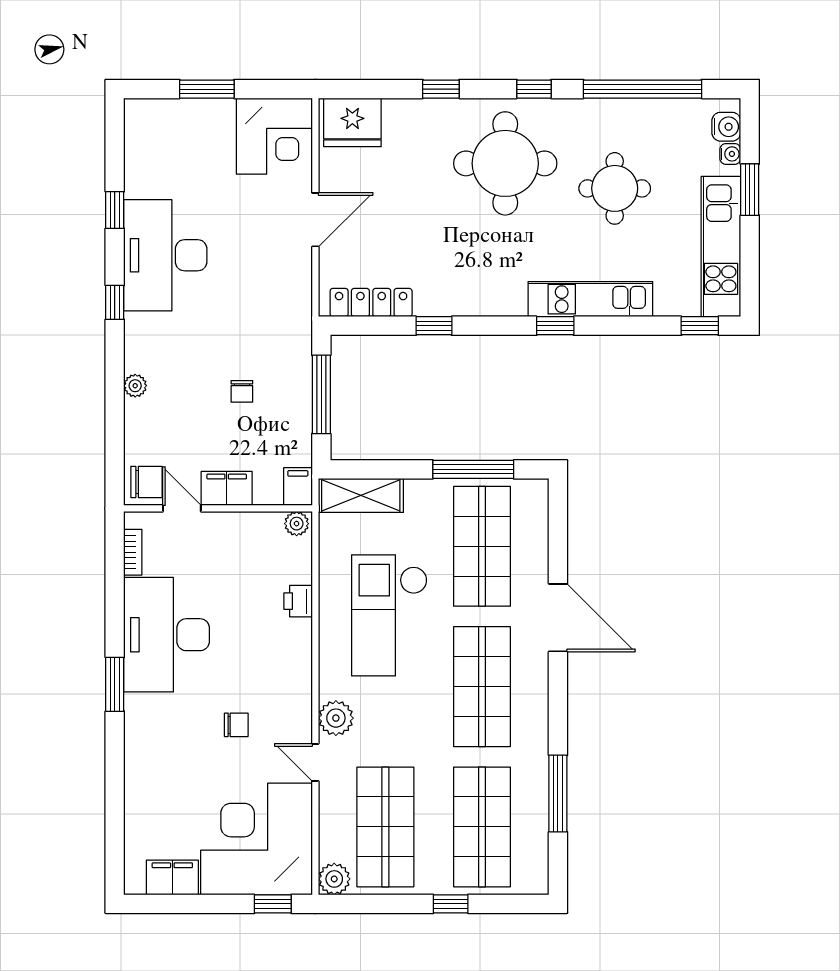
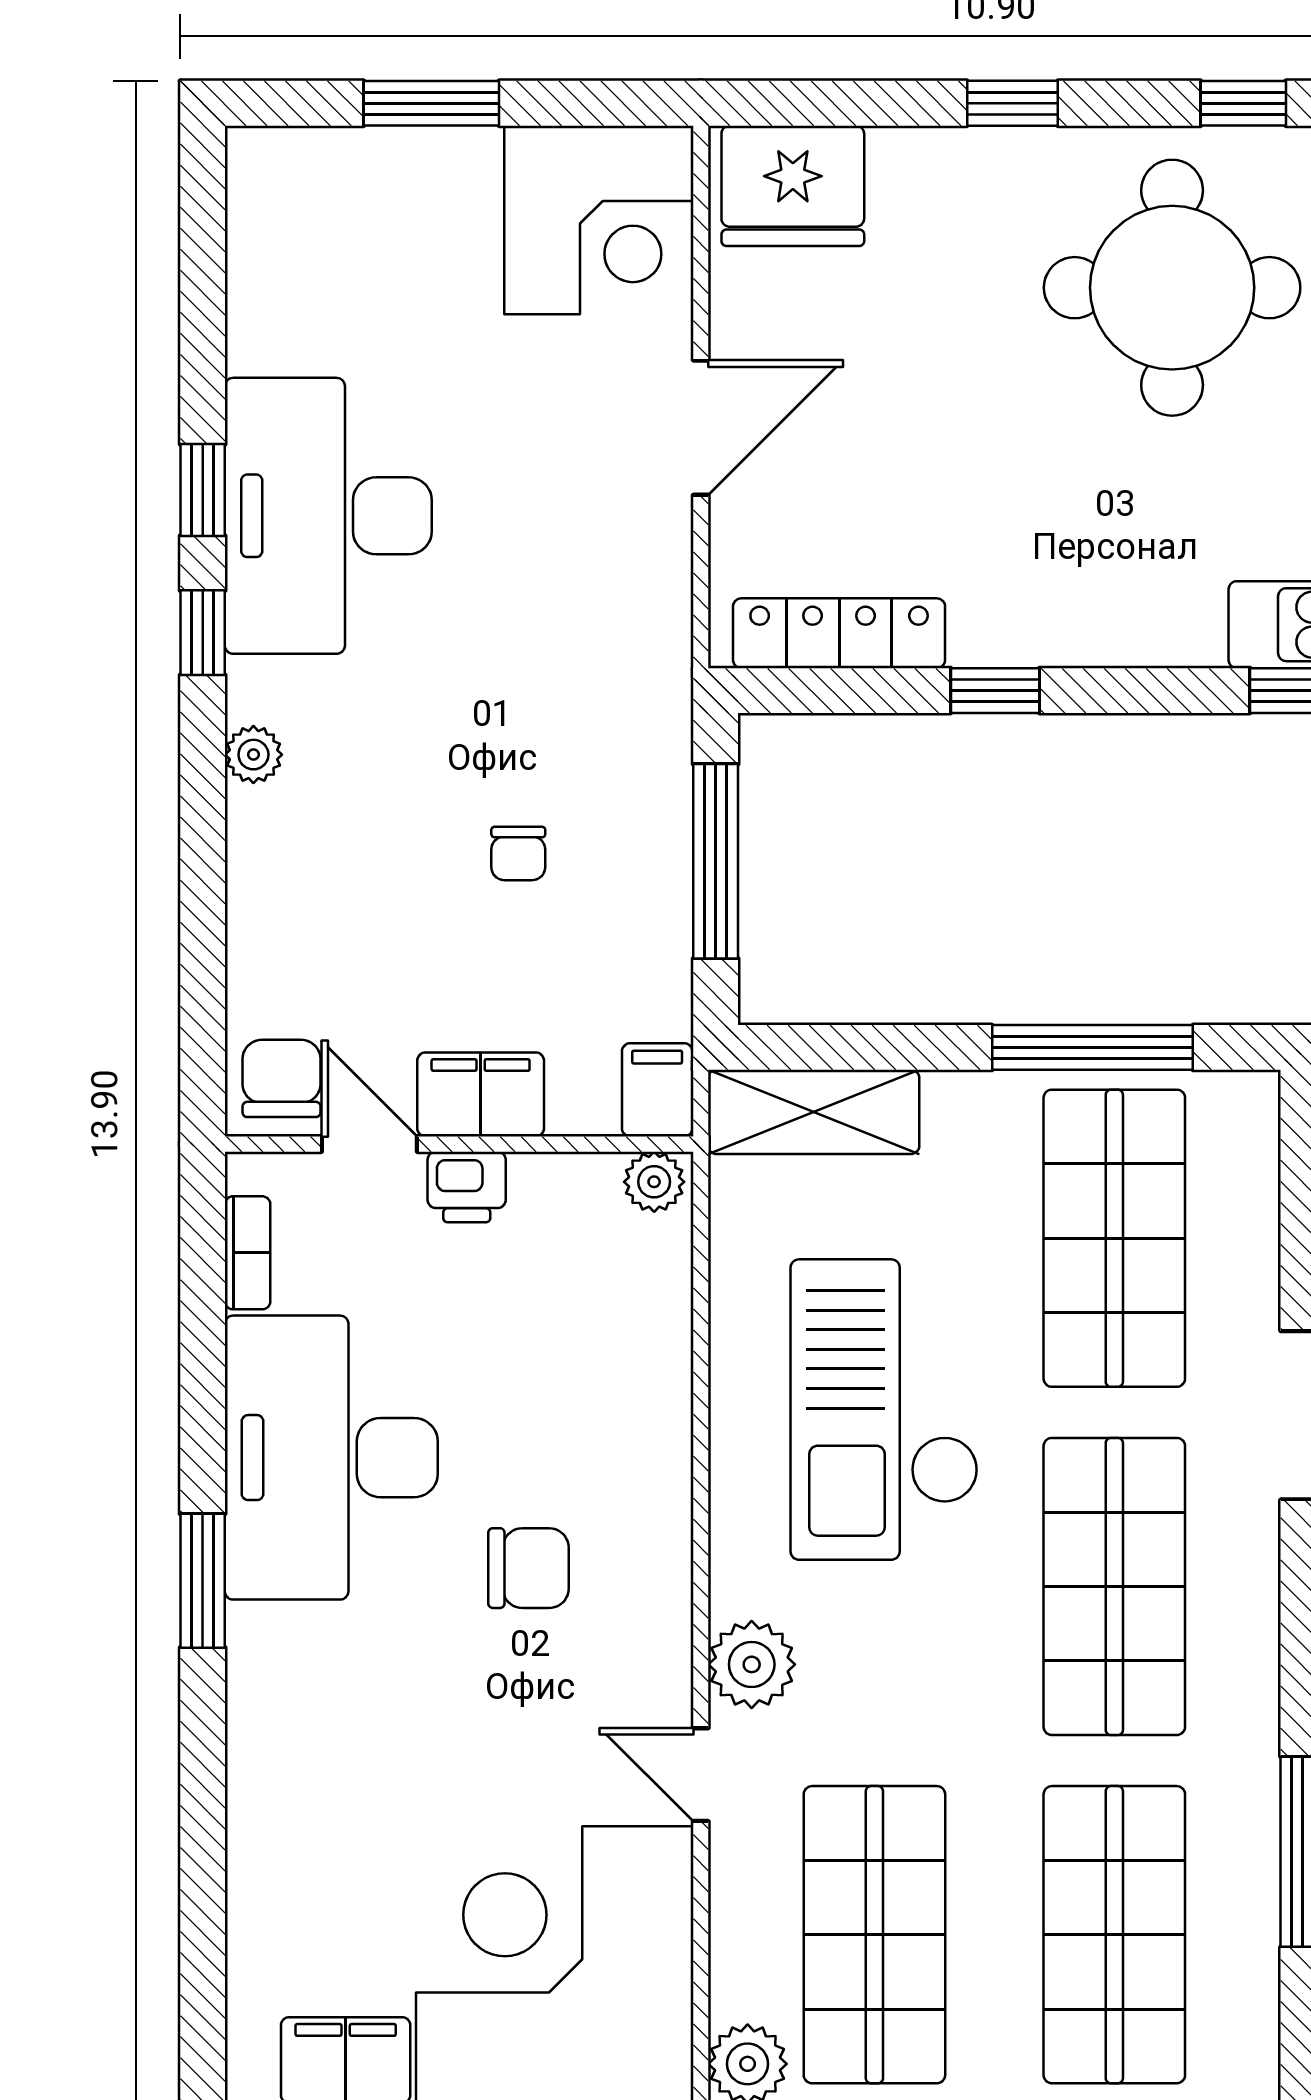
window: (115, 210) -> (203, 490), moved
plant: (135, 386) -> (253, 755), moved
chair: (146, 482) -> (281, 1078), turned -90
printer: (298, 601) -> (467, 1187), moved, turned -90
chair: (236, 725) -> (528, 1568), moved, width x1.37, depth x1.37

